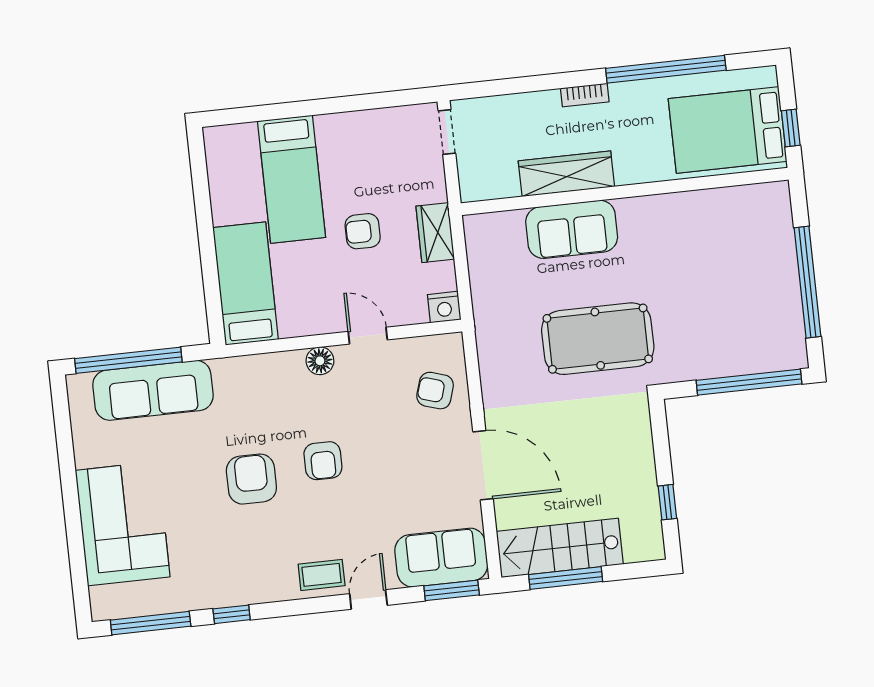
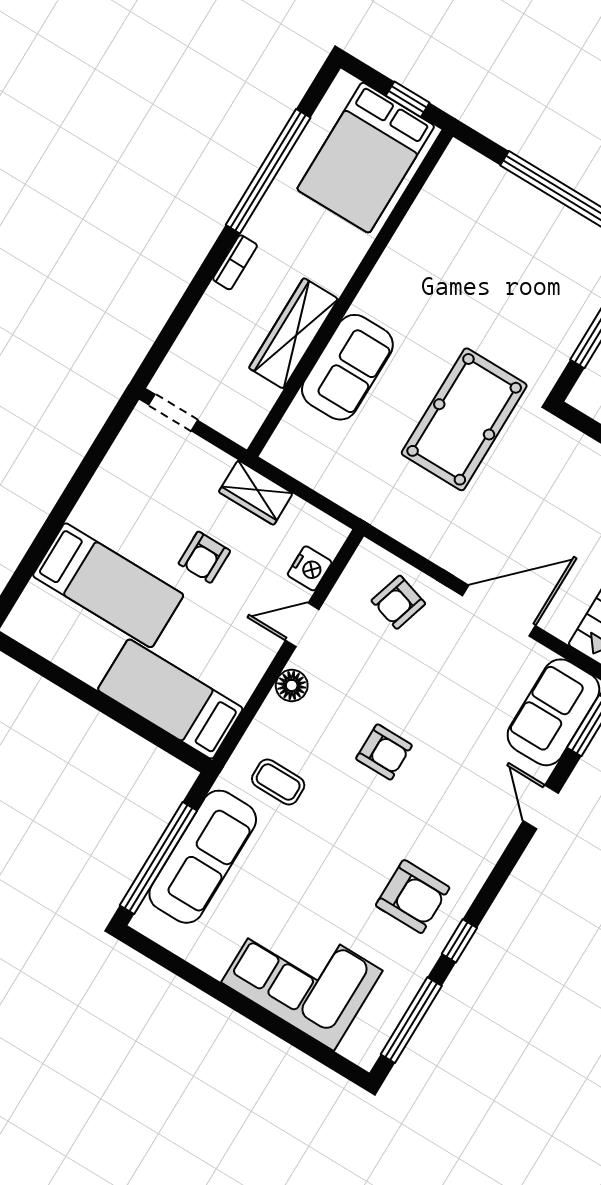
nightstand: (444, 307) -> (310, 568), moved
armchair: (251, 479) -> (413, 897), moved, turned 180
coffee table: (322, 575) -> (278, 782), moved, turned 90

